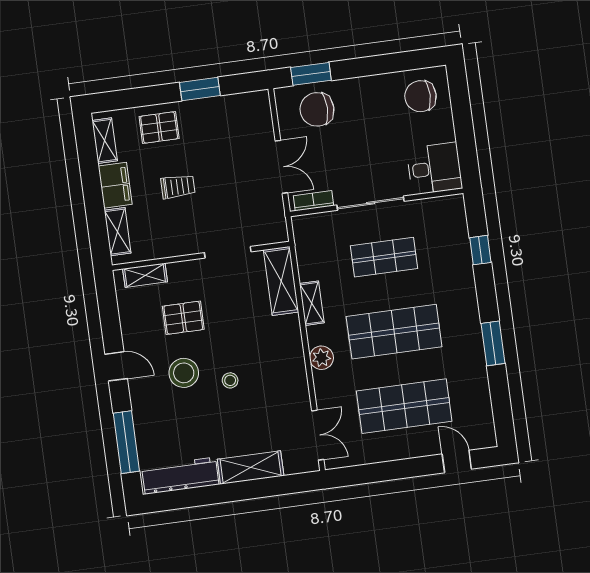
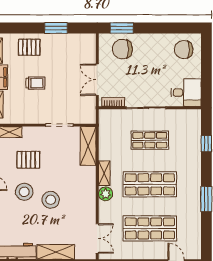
double door: (281, 167) -> (97, 80), swing flipped
shelving: (312, 303) -> (104, 173), moved
stool: (230, 380) -> (51, 200), width x1.89, depth x1.89

